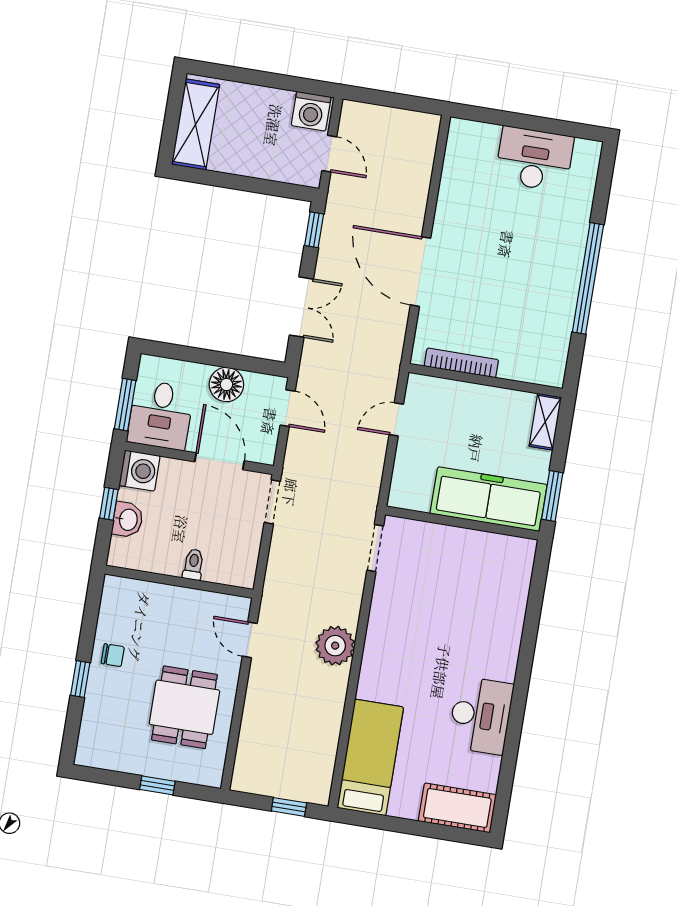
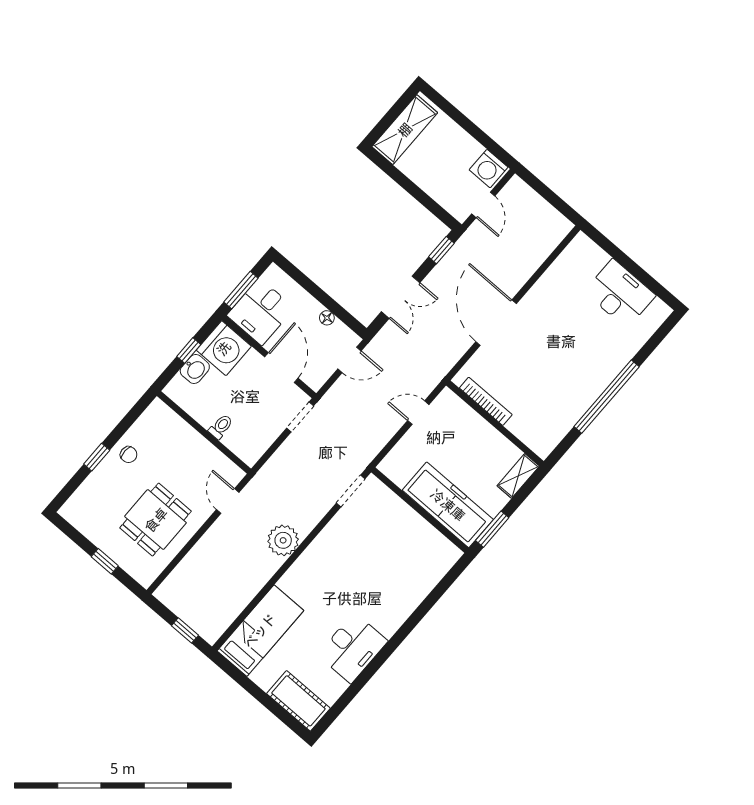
floor lamp: (226, 384) -> (327, 318), width x0.53, depth x0.53
door: (288, 408) -> (349, 360), hinge flipped
washing machine: (140, 471) -> (224, 348), width x1.37, depth x1.37

